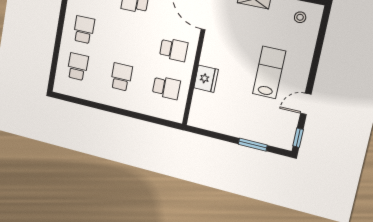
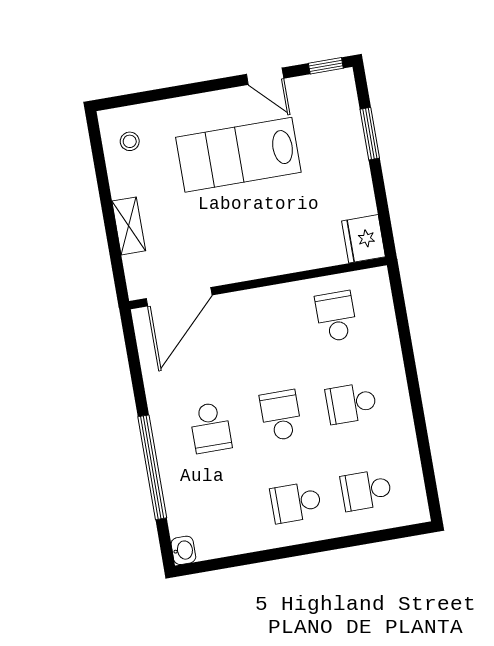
school desk: (174, 50) -> (281, 415), moved
lab bench: (269, 72) -> (238, 155), width x1.36, depth x1.39
fridge: (206, 79) -> (363, 239), moved, turned -90

